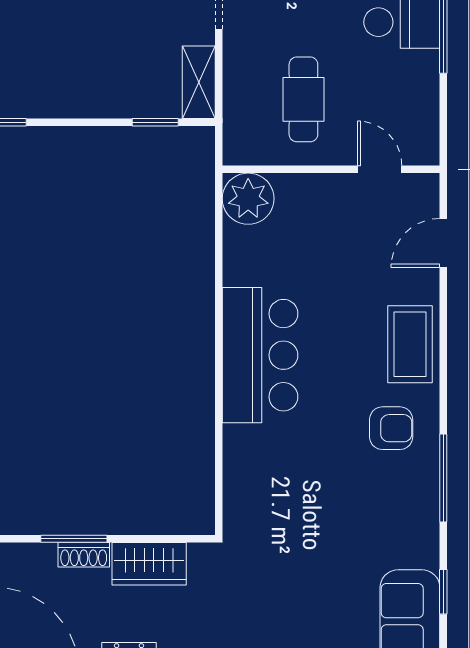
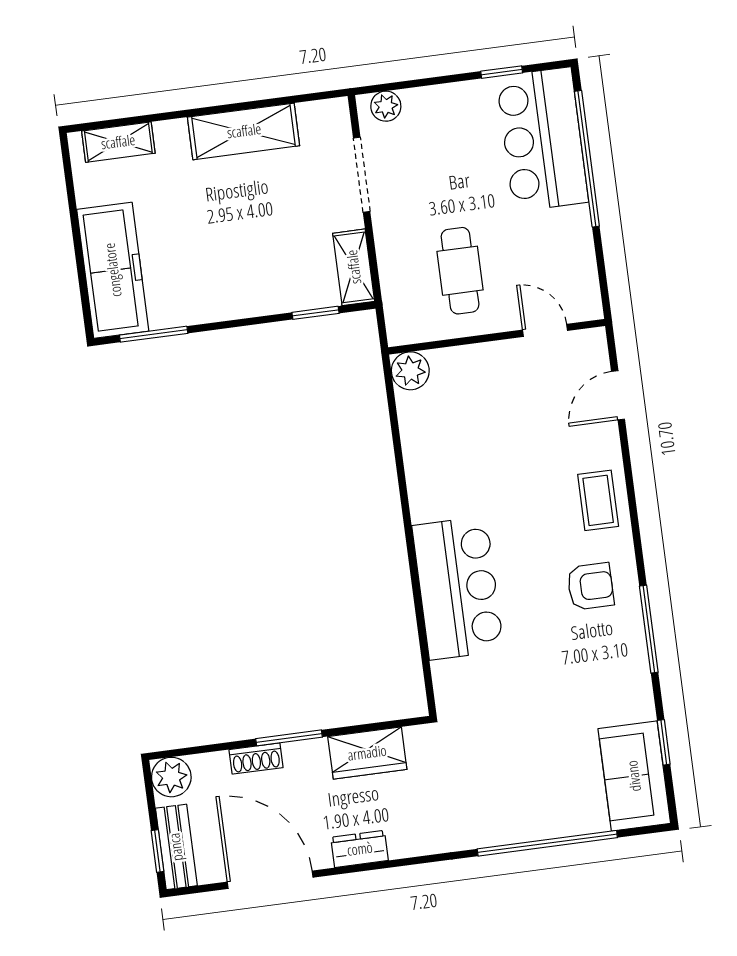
plant: (248, 199) -> (410, 371), width x0.73, depth x0.73
coffee table: (410, 344) -> (598, 500), width x0.73, depth x0.77
bar counter: (260, 355) -> (458, 588), moved
shoe rack: (84, 555) -> (256, 759), moved

